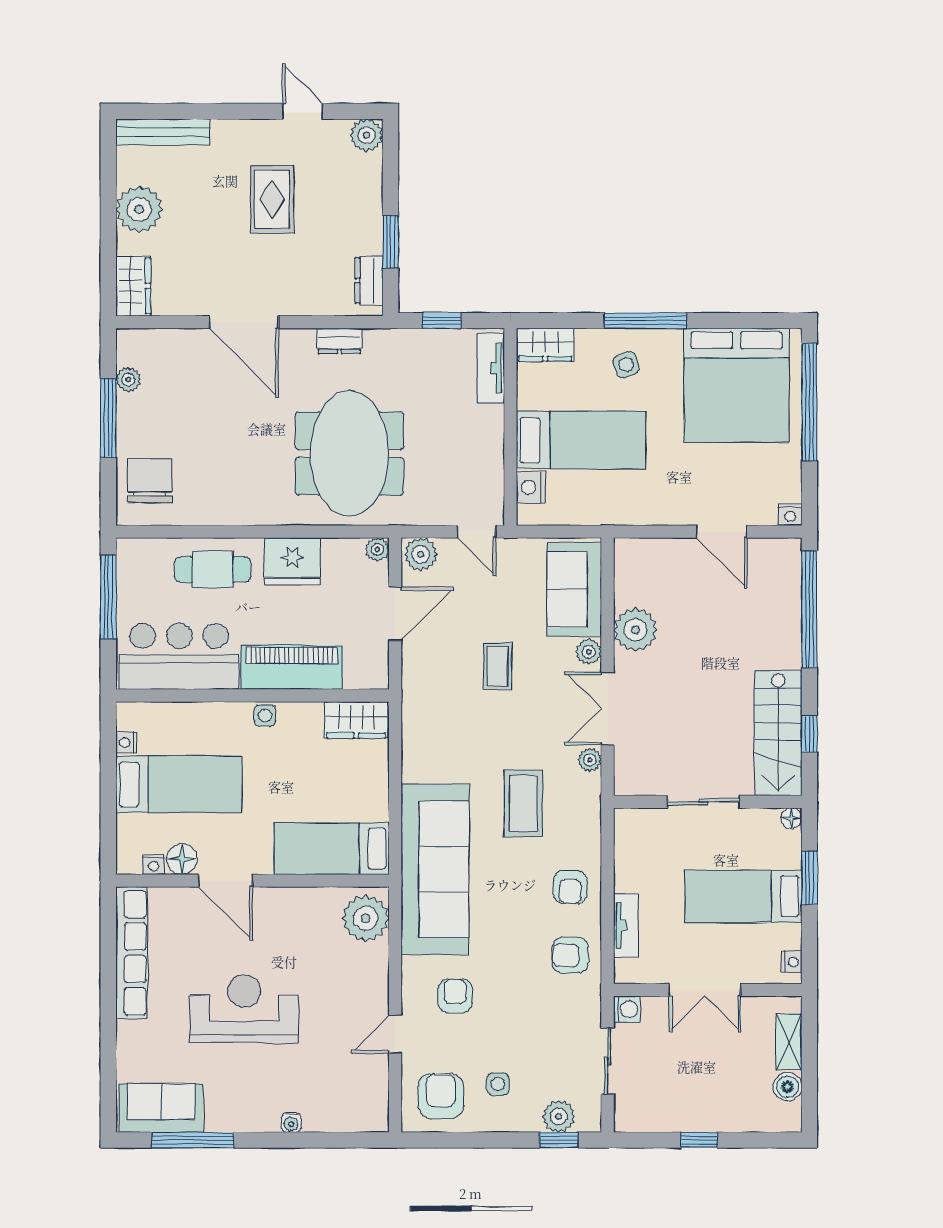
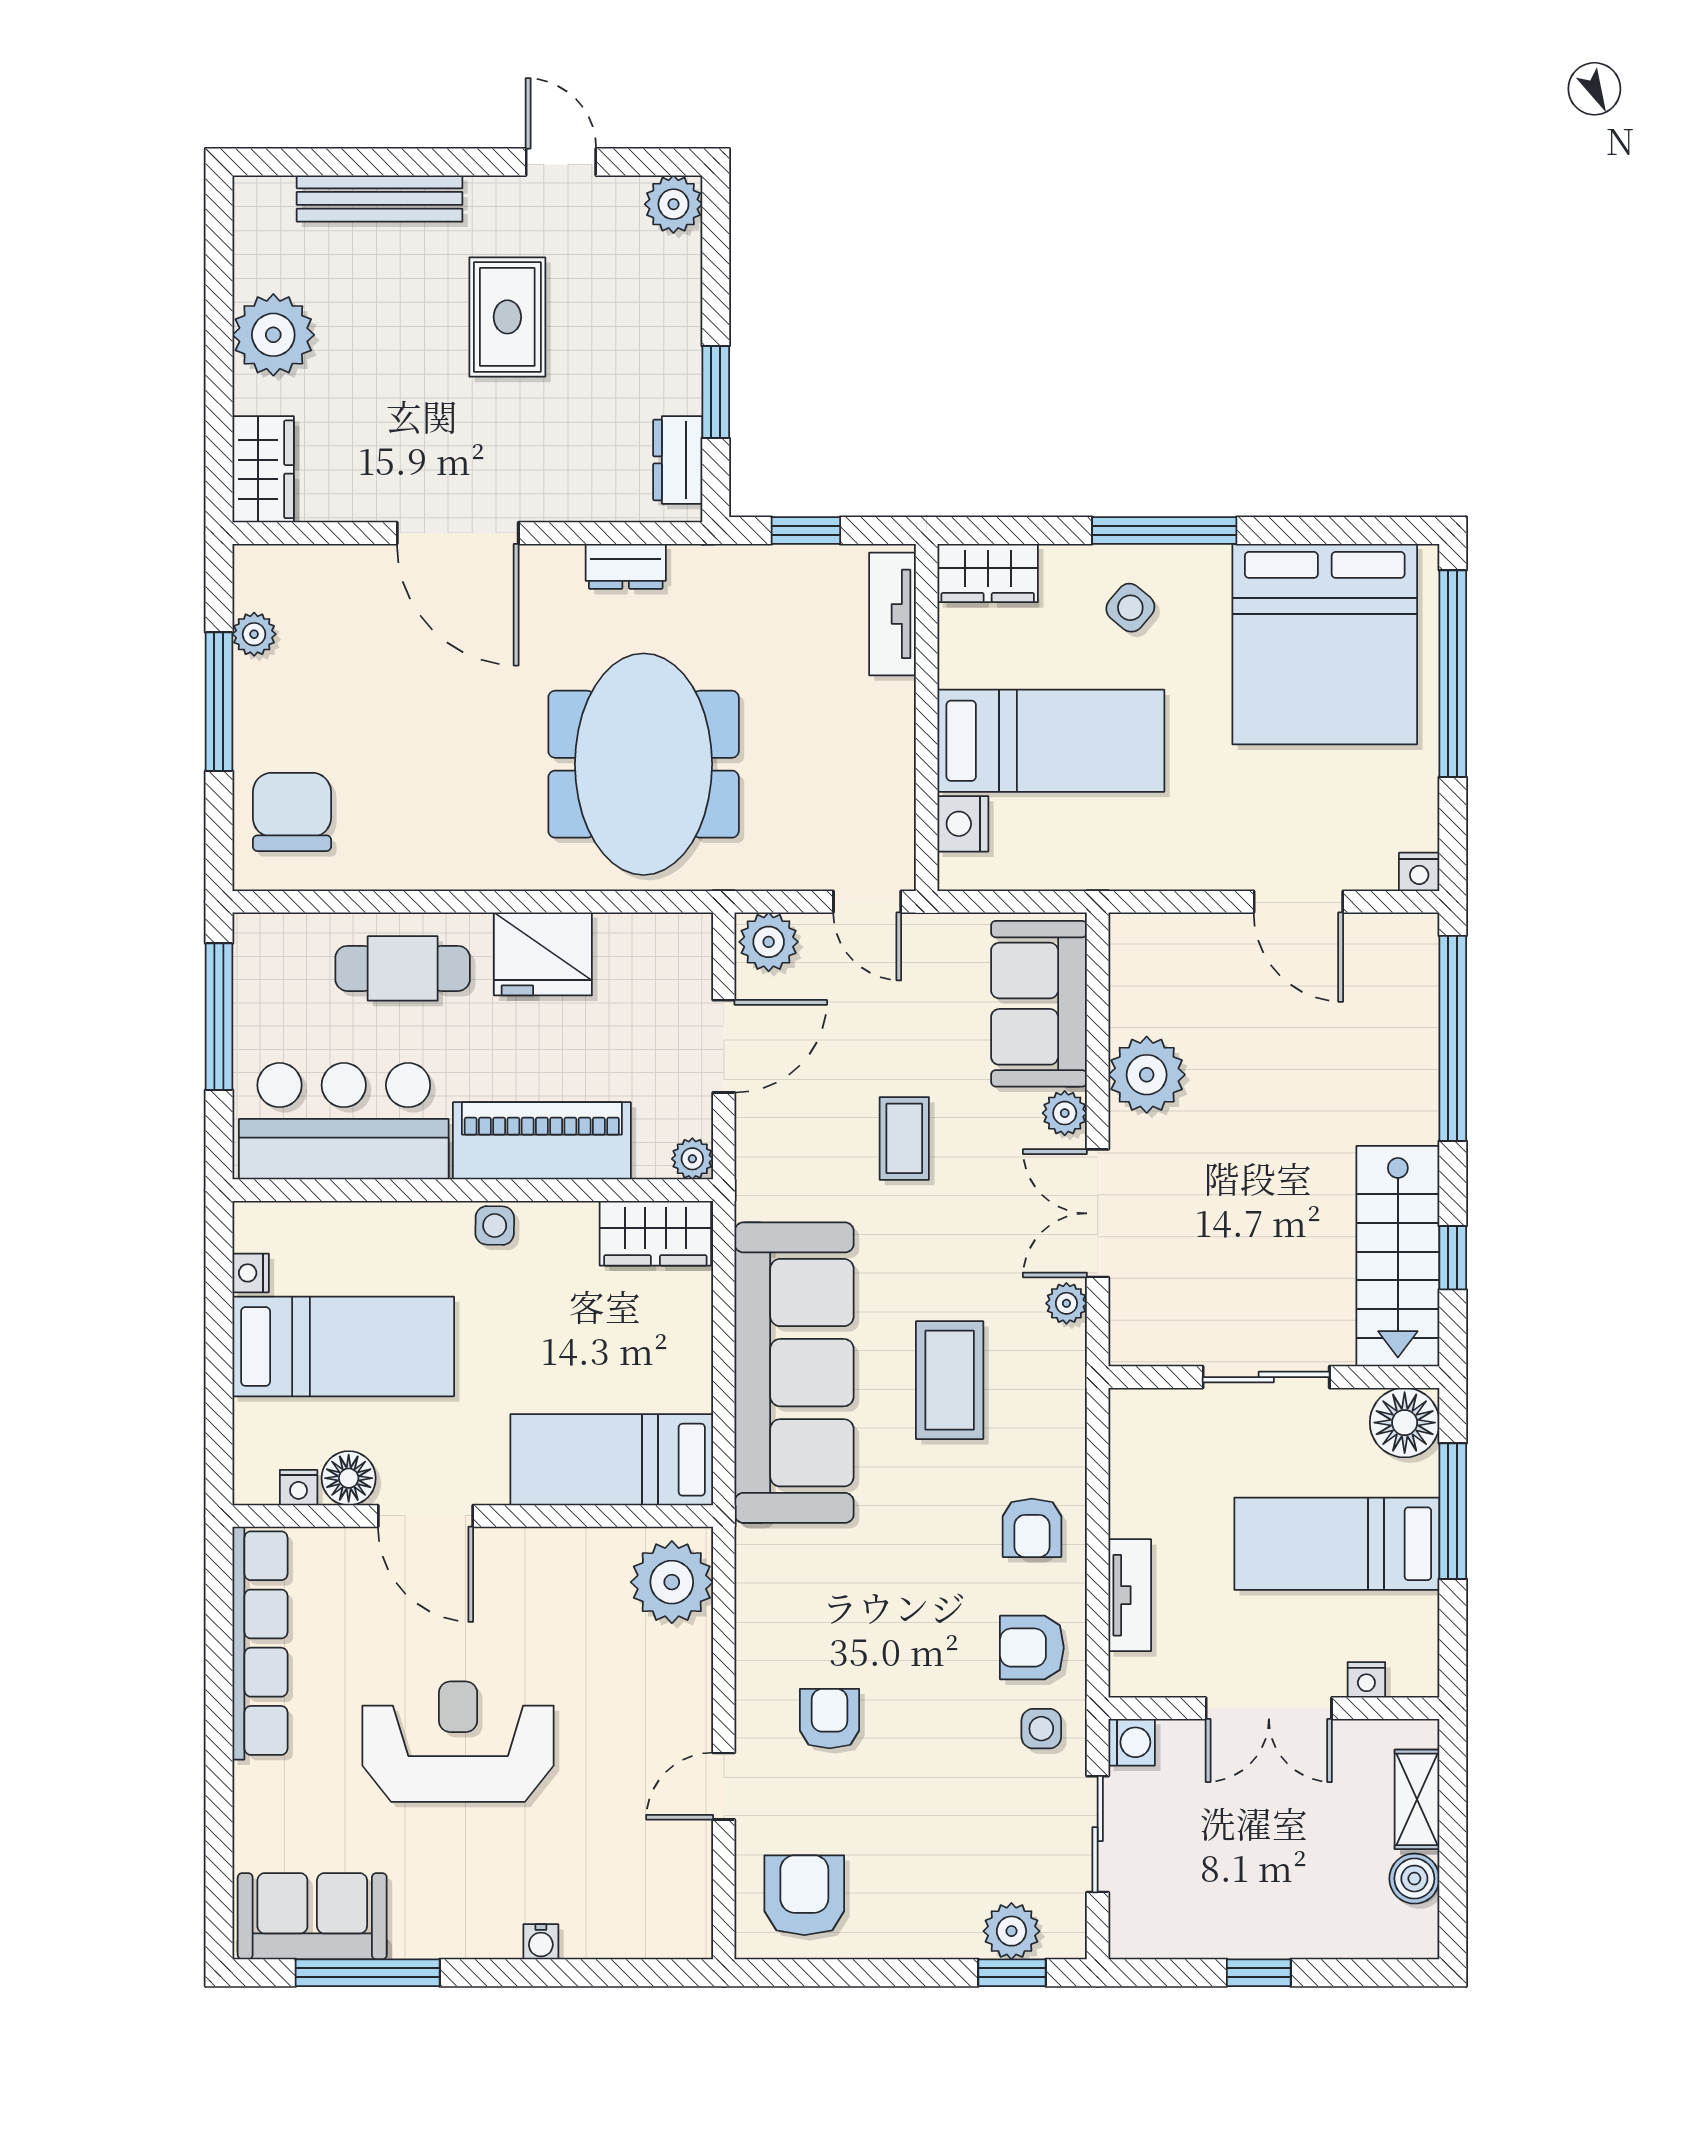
bench: (163, 132) -> (380, 198), moved
side table: (626, 365) -> (1130, 608), turned -30
plant: (377, 549) -> (692, 1159), moved
floor lamp: (791, 818) -> (1405, 1423), width x1.89, depth x1.89
sofa: (435, 869) -> (794, 1373), moved
window: (809, 878) -> (1453, 1511), width x1.44
nightstand: (792, 962) -> (1366, 1680), moved, turned 90
side table: (498, 1084) -> (1041, 1729), moved

